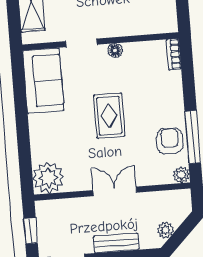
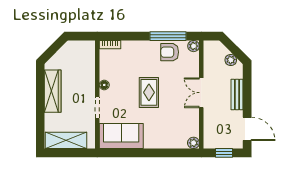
rug: (109, 116) -> (149, 92), turned 90
plant: (48, 178) -> (193, 143), width x0.53, depth x0.53

